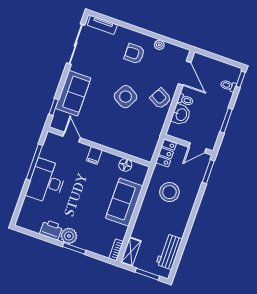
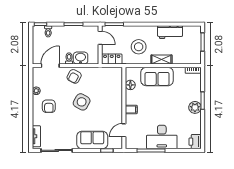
printer: (51, 230) -> (195, 142), moved
shelving: (131, 252) -> (161, 59), moved
workbench: (169, 252) -> (170, 32), moved

